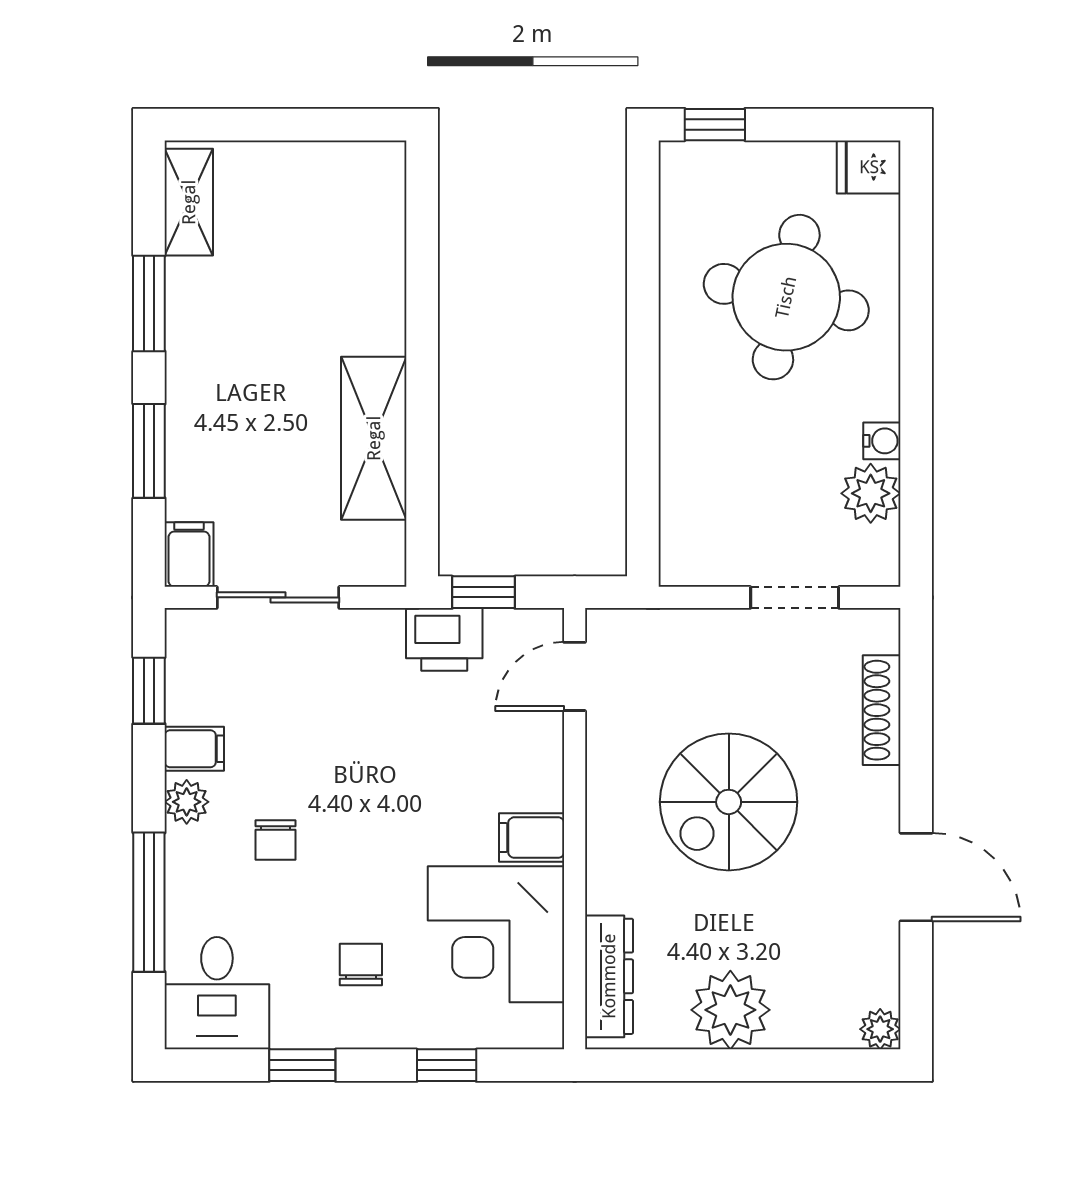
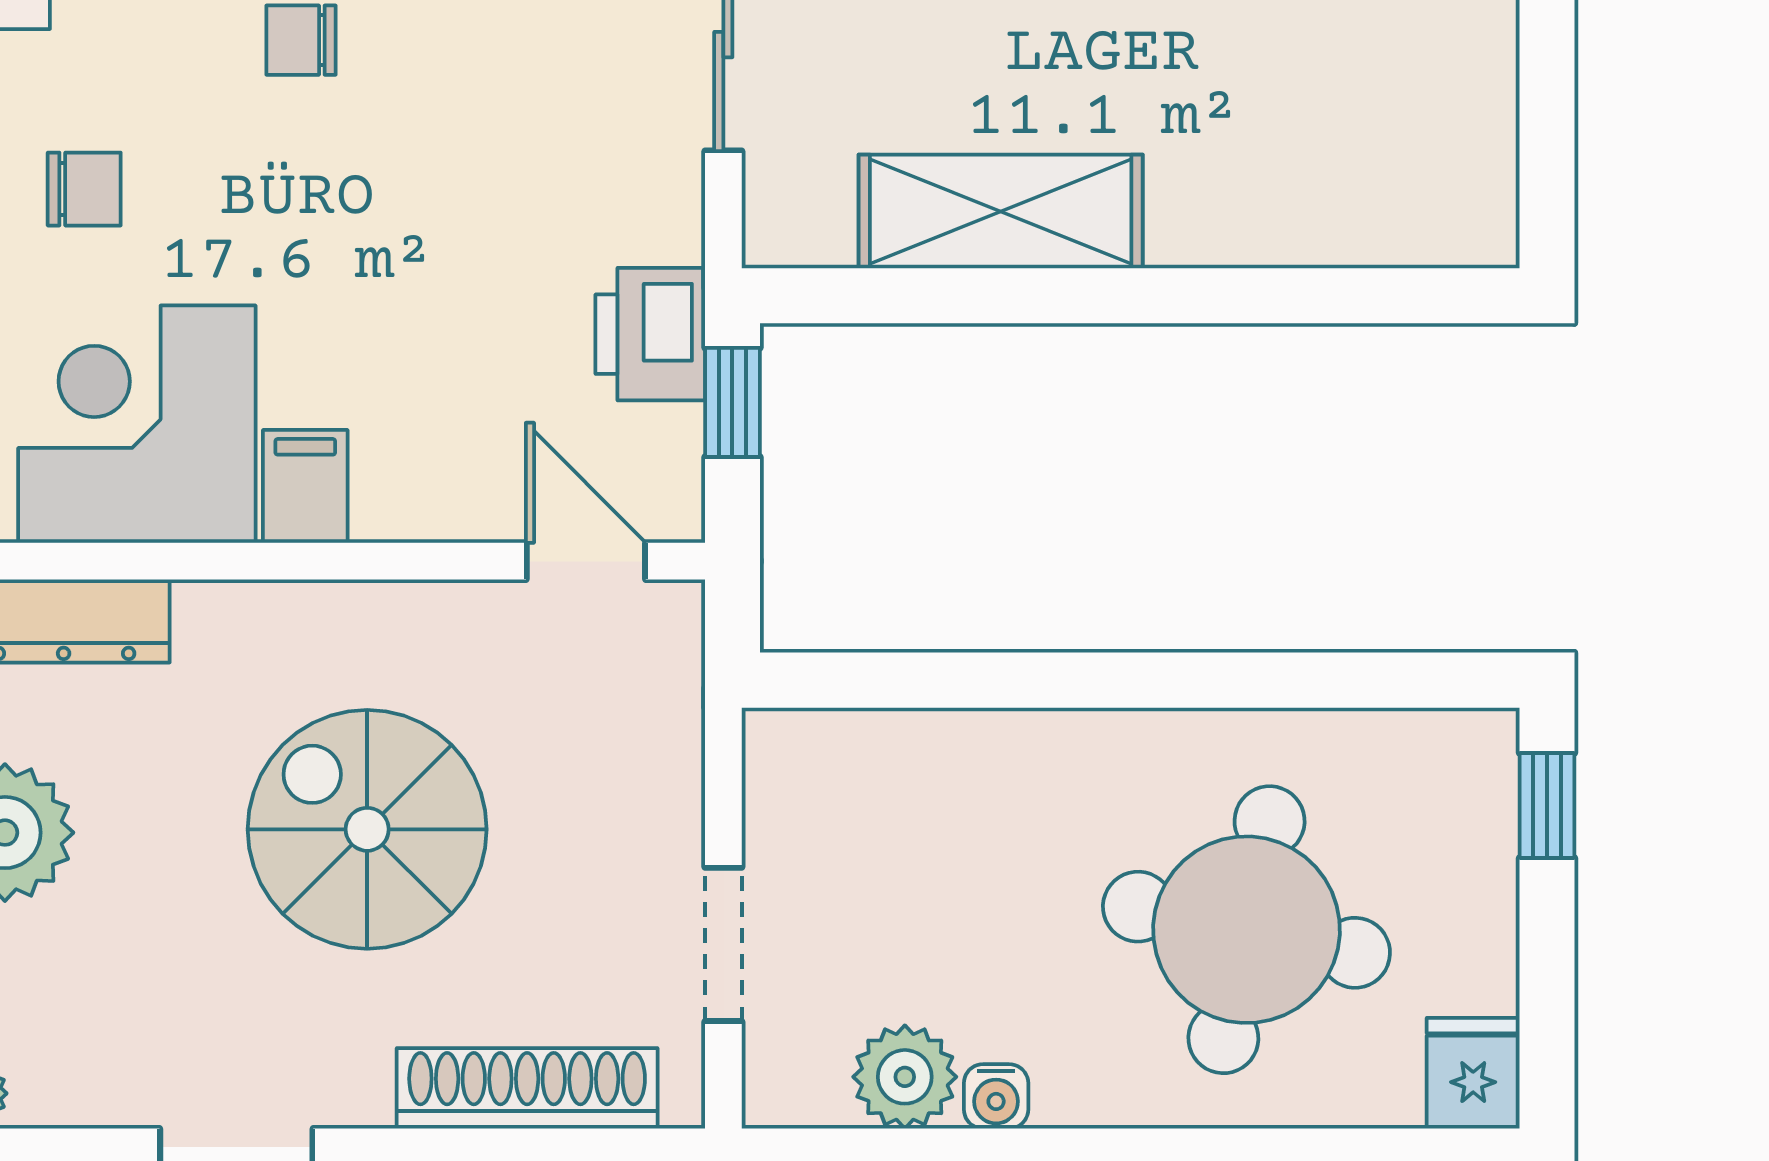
shoe rack: (882, 710) -> (527, 1088), width x1.36, depth x1.24

